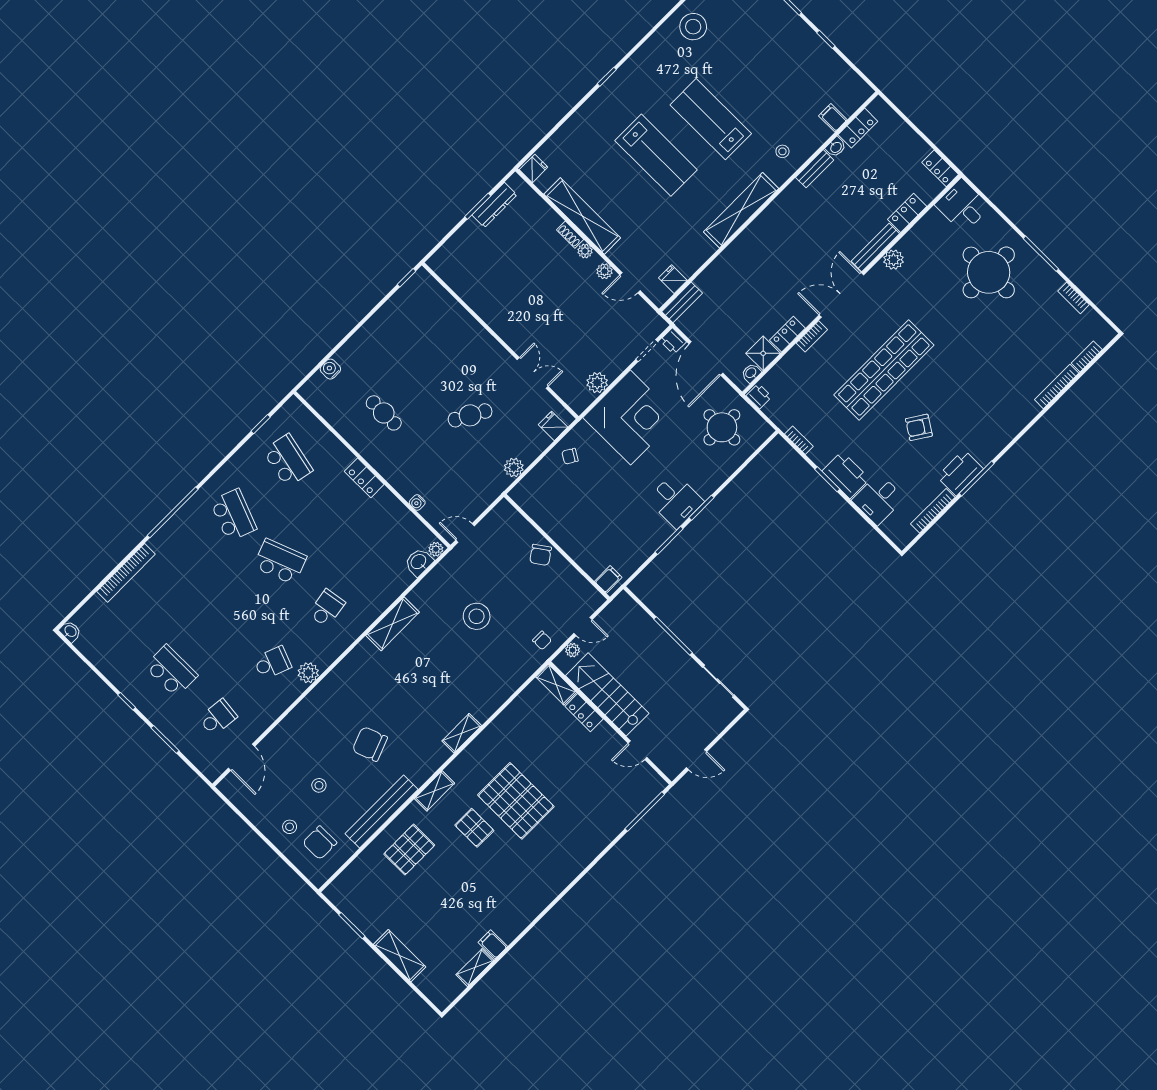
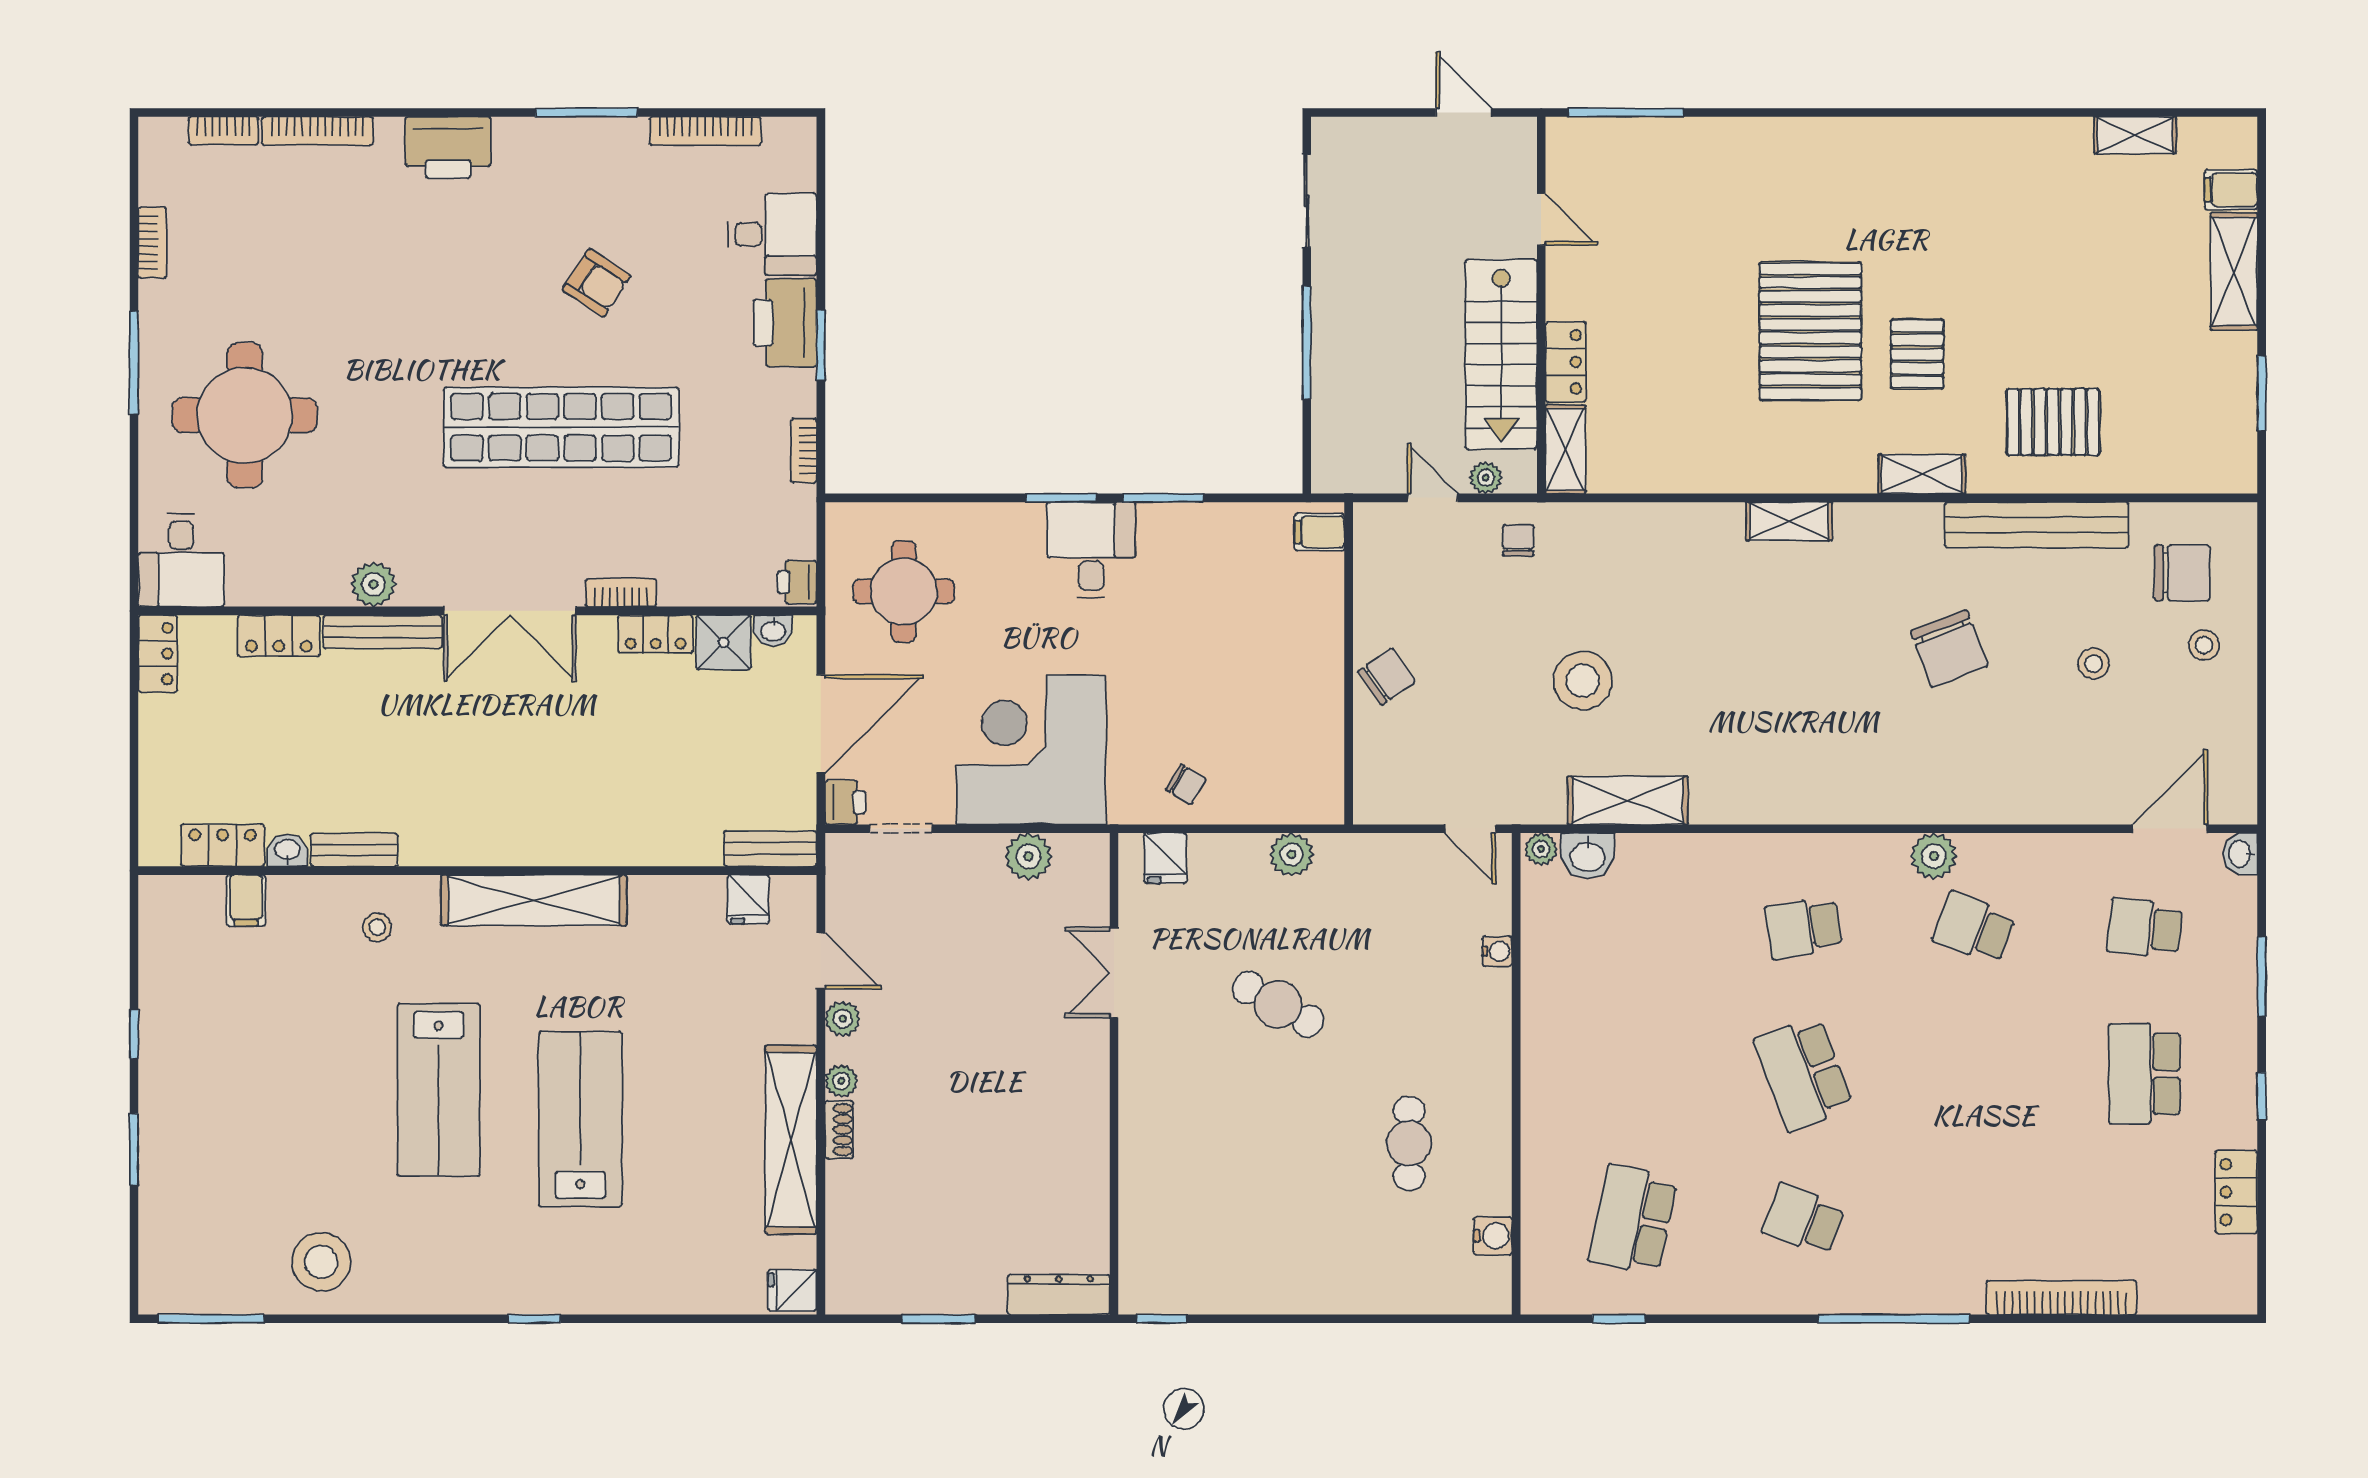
dresser: (494, 205) -> (1059, 1295), moved
water cooler: (330, 369) -> (1493, 1236), moved, turned -90
printer: (960, 473) -> (448, 148), moved
locker: (364, 478) -> (2236, 1192), moved, turned 180
school desk: (233, 515) -> (1804, 1219), width x0.54
shelving: (393, 624) -> (1628, 800), moved
washbasin: (70, 631) -> (2240, 854), moved
filing cabinet: (493, 944) -> (2231, 190), moved, turned 90

